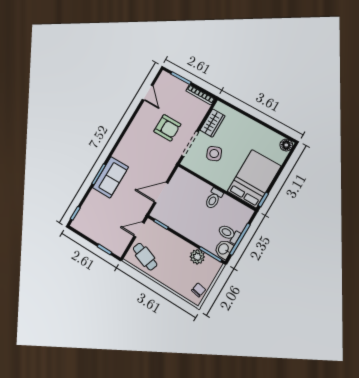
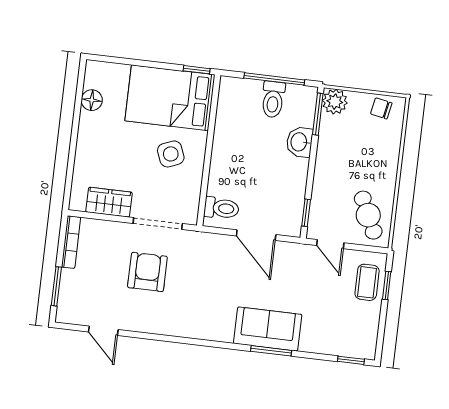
door: (148, 93) -> (103, 331), swing flipped
floor lamp: (286, 145) -> (92, 100), moved
side table: (214, 154) -> (171, 154), moved
toilet: (214, 199) -> (221, 208), moved
coffee table: (111, 240) -> (367, 282), added
washbasin: (224, 249) -> (299, 142), moved, turned 90
cafe table: (145, 257) -> (368, 215), turned -45
plant: (197, 257) -> (335, 102), moved

